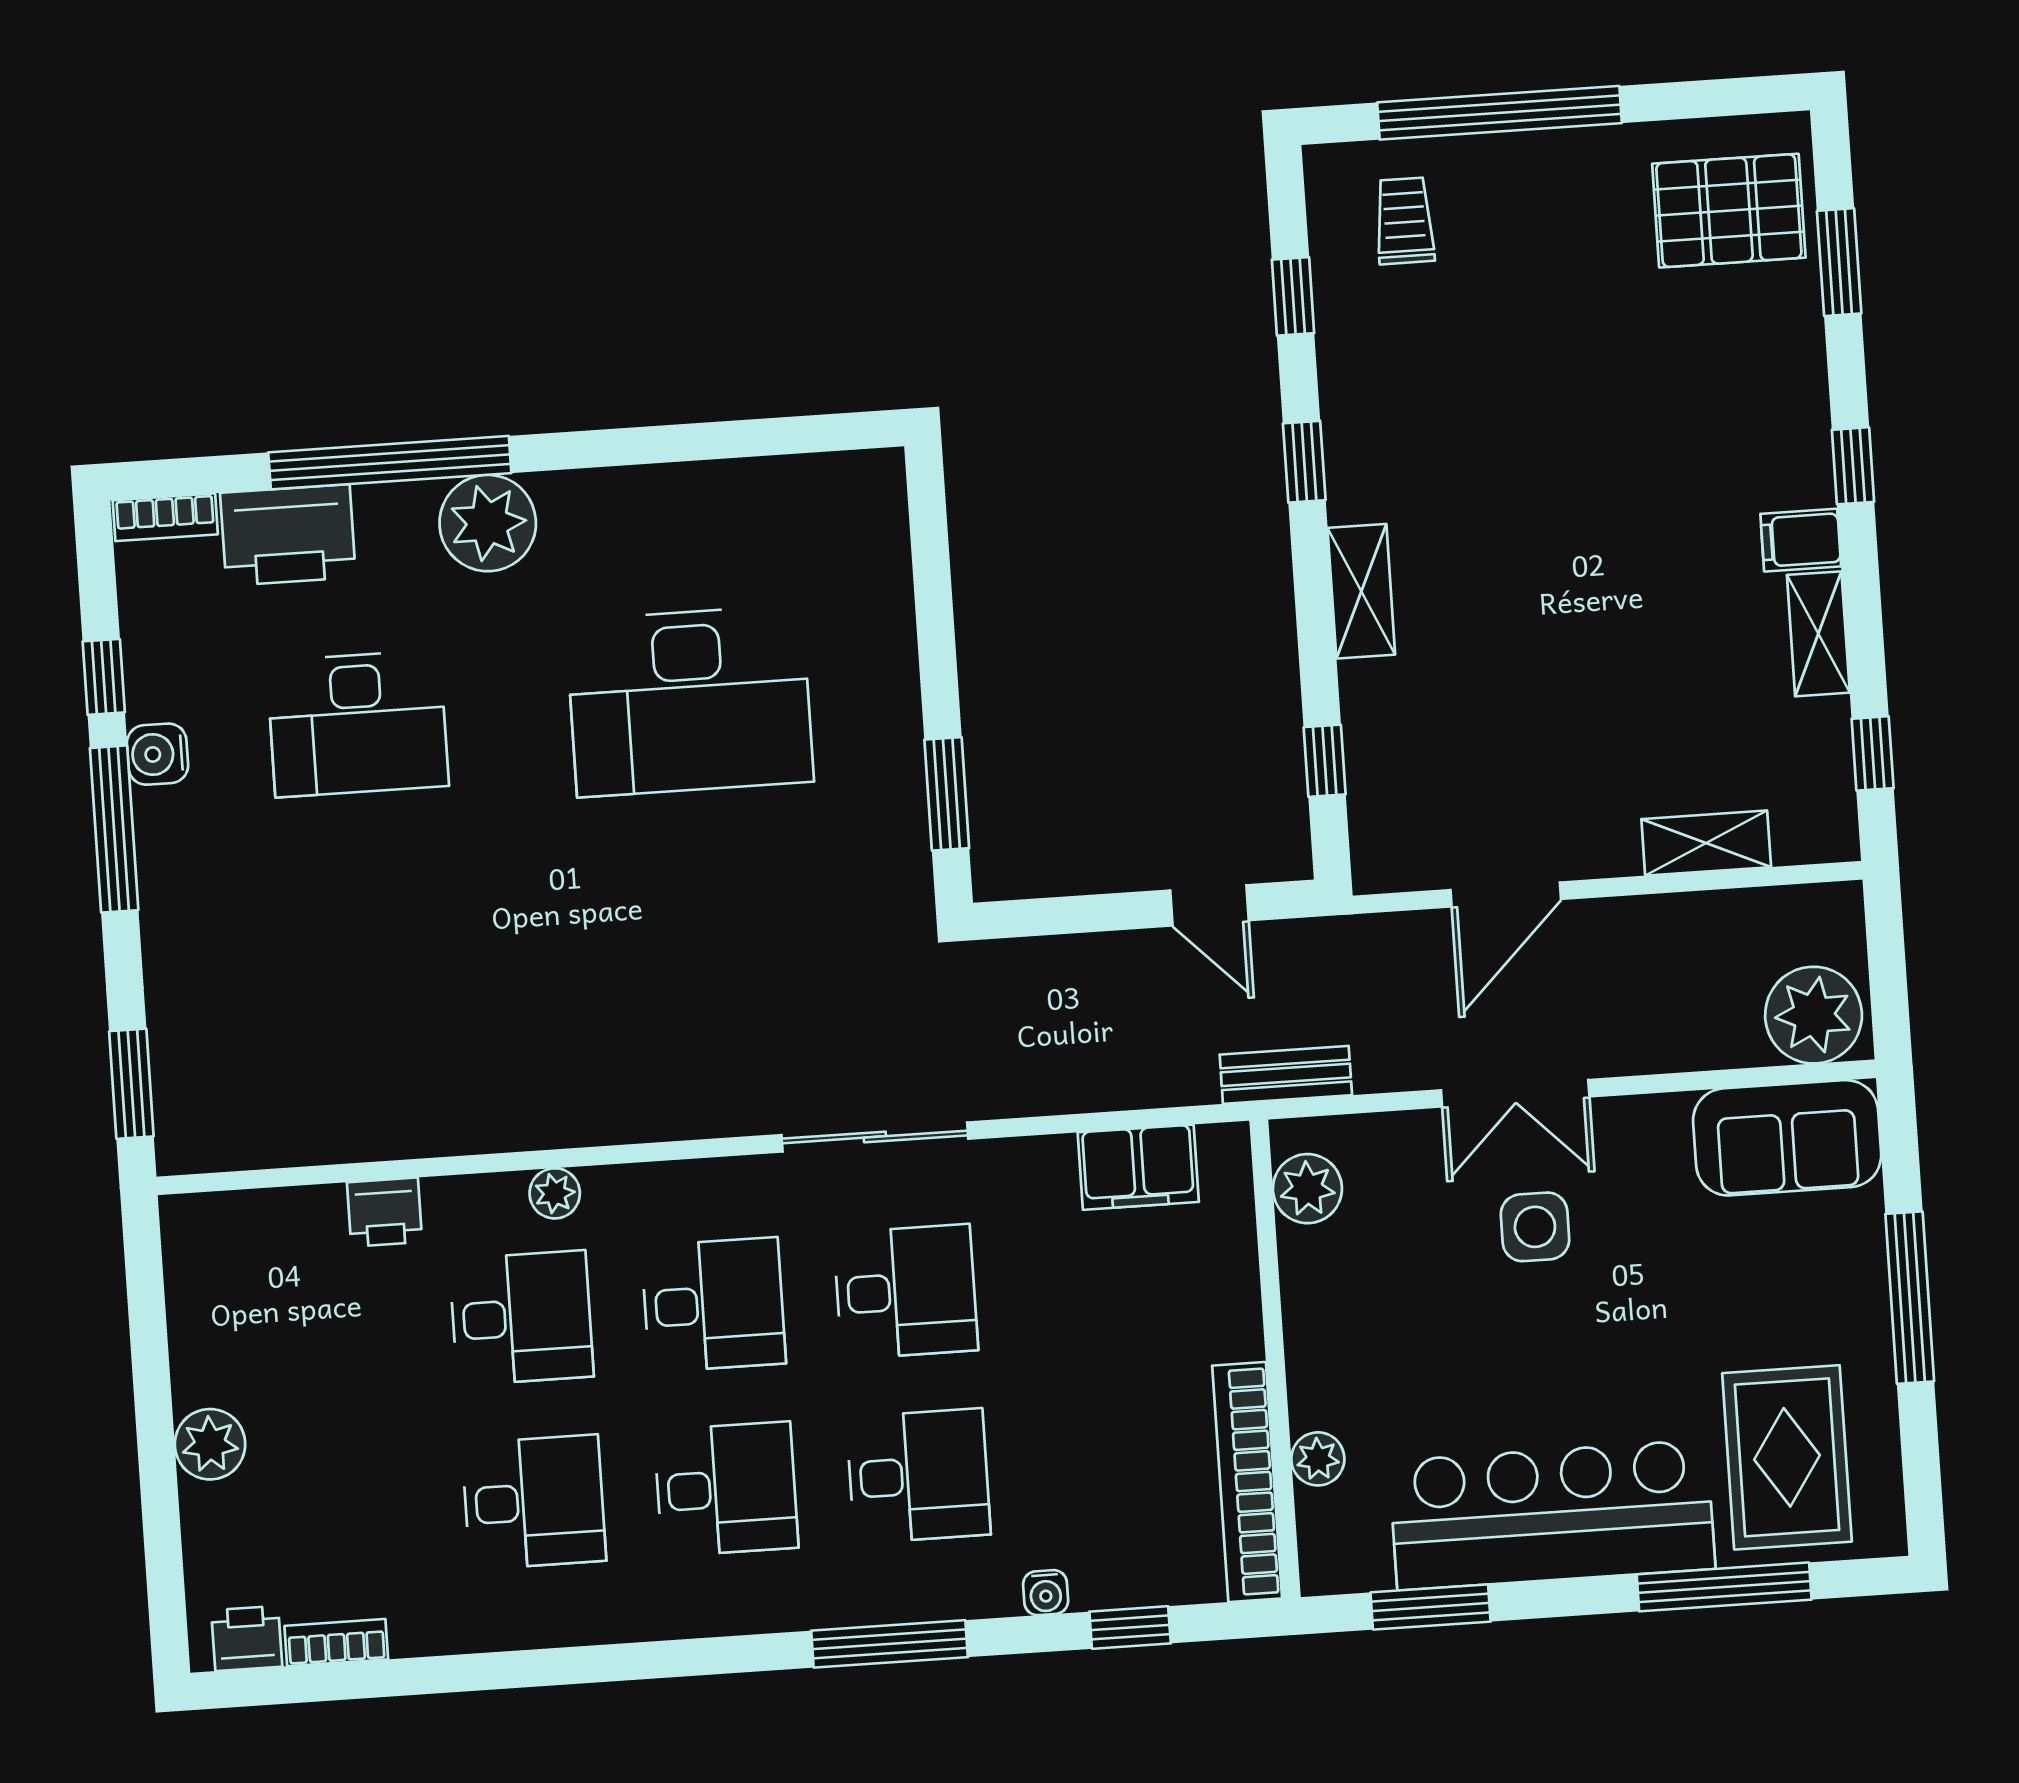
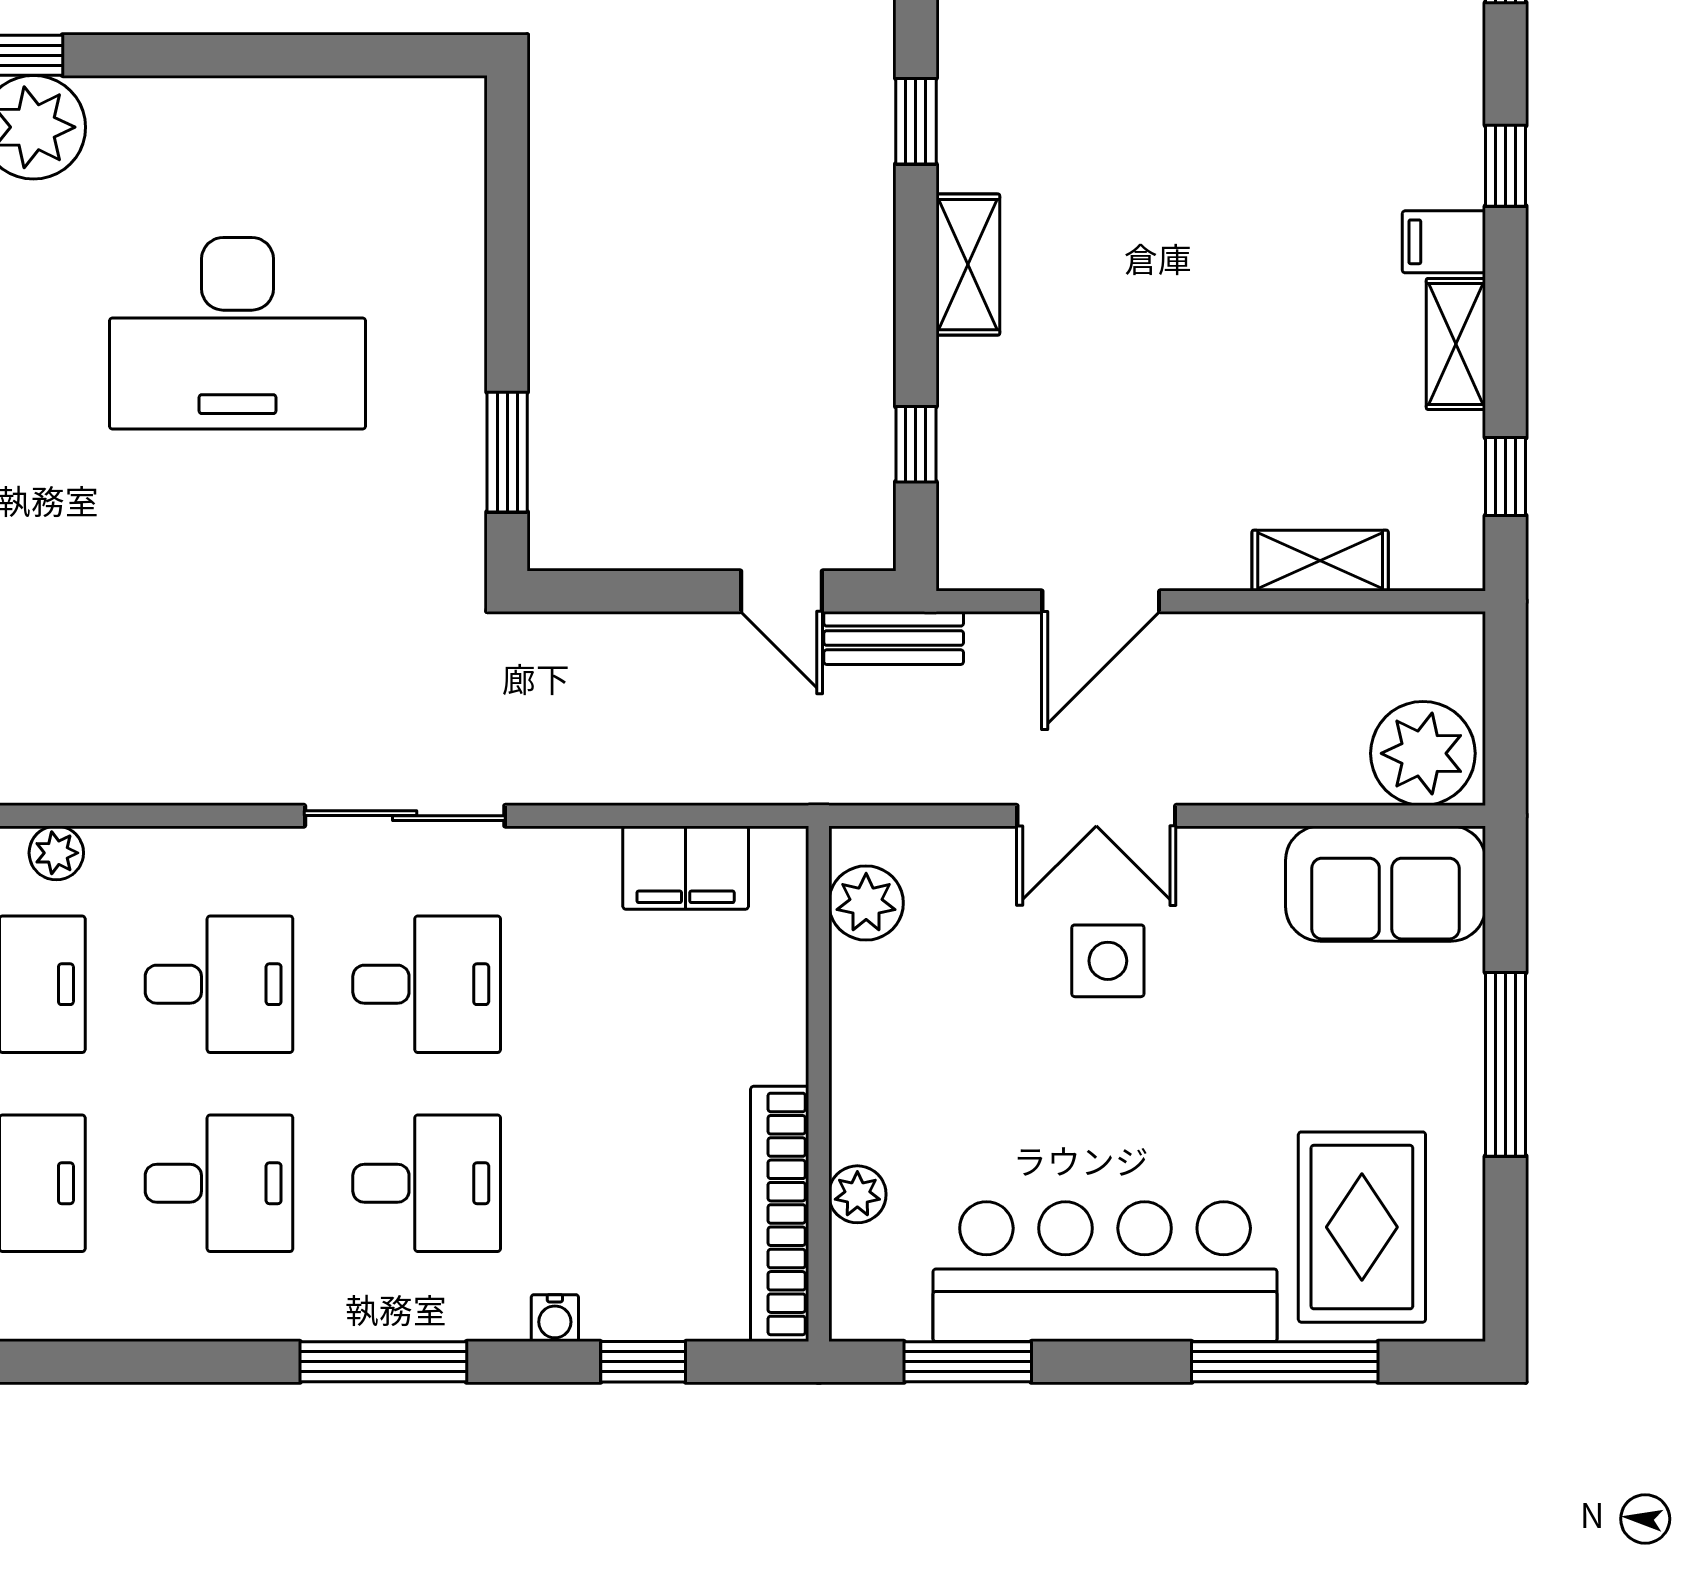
bench: (1286, 1075) -> (894, 638), moved

